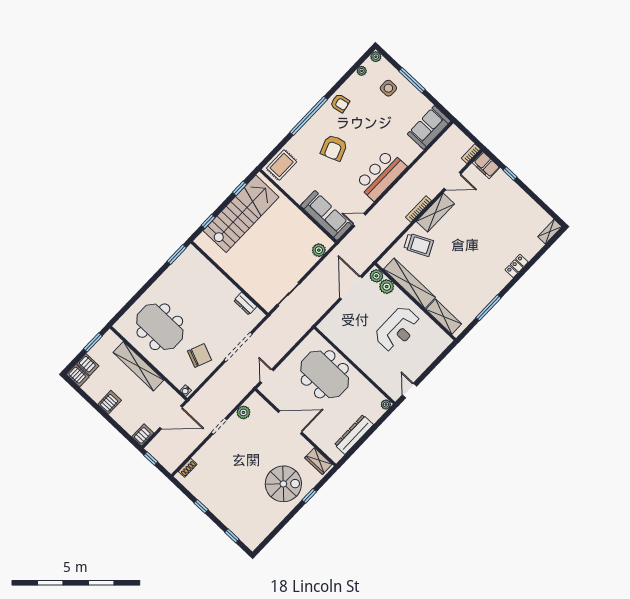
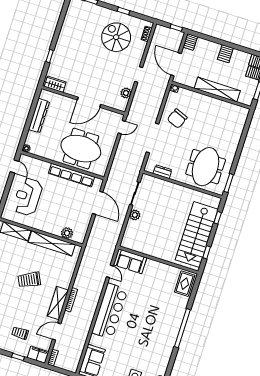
armchair: (340, 103) -> (164, 348), removed
armchair: (334, 148) -> (153, 314), removed
bar counter: (381, 175) -> (110, 311), width x1.36
trolley: (494, 200) -> (20, 333), added
sofa: (326, 215) -> (130, 261), width x0.73
door: (359, 220) -> (110, 271), hinge flipped
trolley: (419, 245) -> (29, 280), moved
plant: (319, 250) -> (135, 215), moved
plant: (376, 276) -> (78, 237), removed
door: (351, 288) -> (98, 203), moved
meeting table: (160, 327) -> (206, 167), moved, turned 90
reception desk: (398, 329) -> (28, 197), moved
row of seats: (350, 350) -> (71, 175), added
door: (267, 376) -> (122, 127), hinge flipped
door: (171, 417) -> (176, 64), hinge flipped
spiral stairs: (283, 484) -> (116, 37), moved, turned 90

